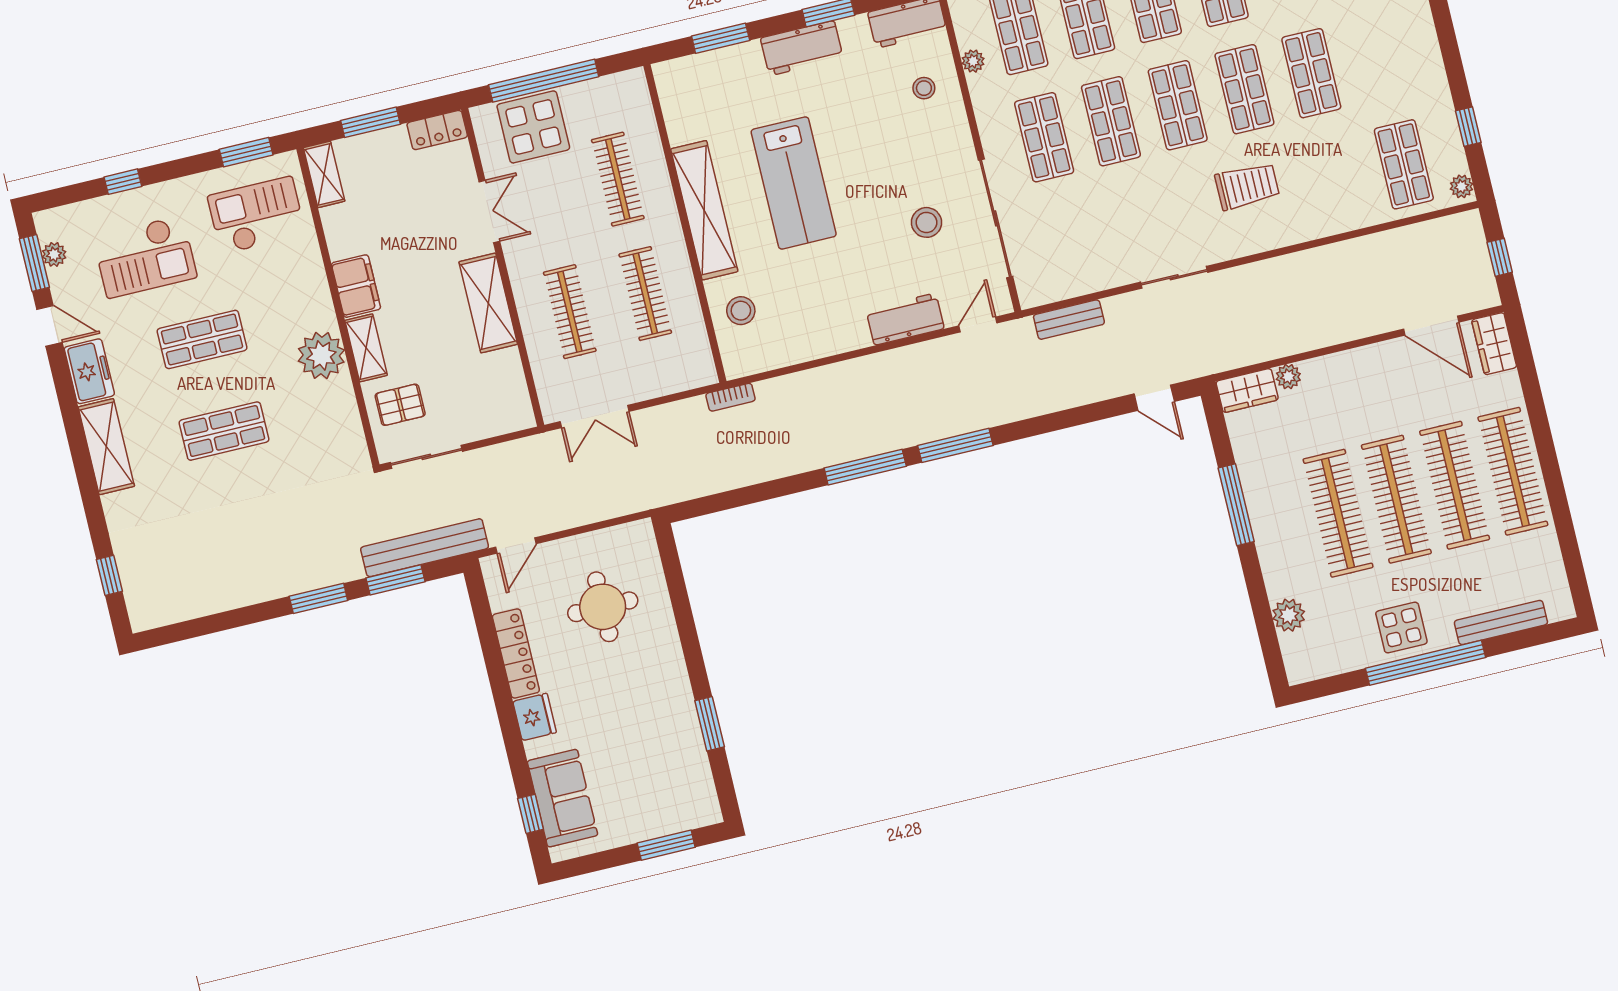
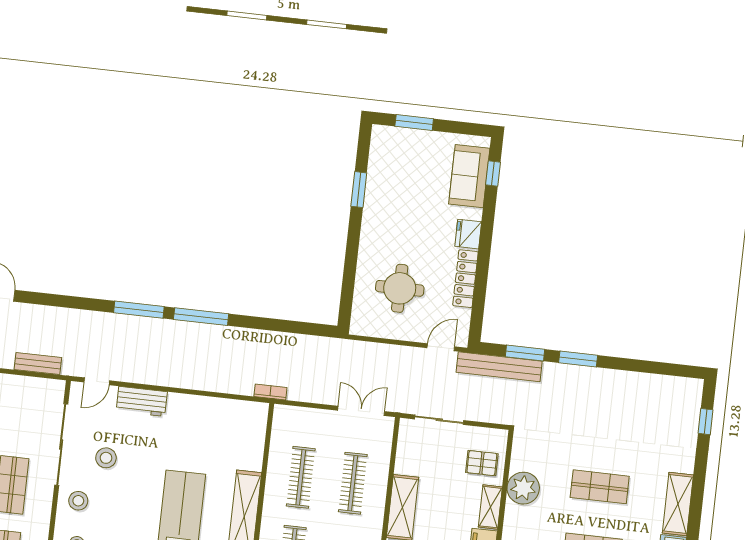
stool: (741, 311) -> (78, 501), moved
plant: (321, 355) -> (523, 488), moved
sliding door: (426, 457) -> (439, 420), moved

